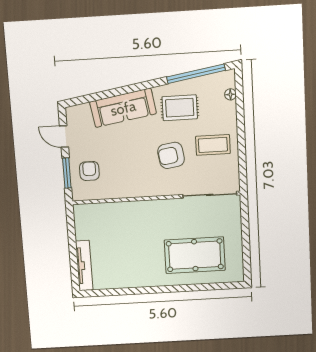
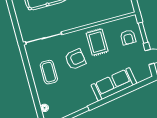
rug: (180, 108) -> (97, 42), moved, turned 90
coffee table: (213, 145) -> (49, 72), turned 90

